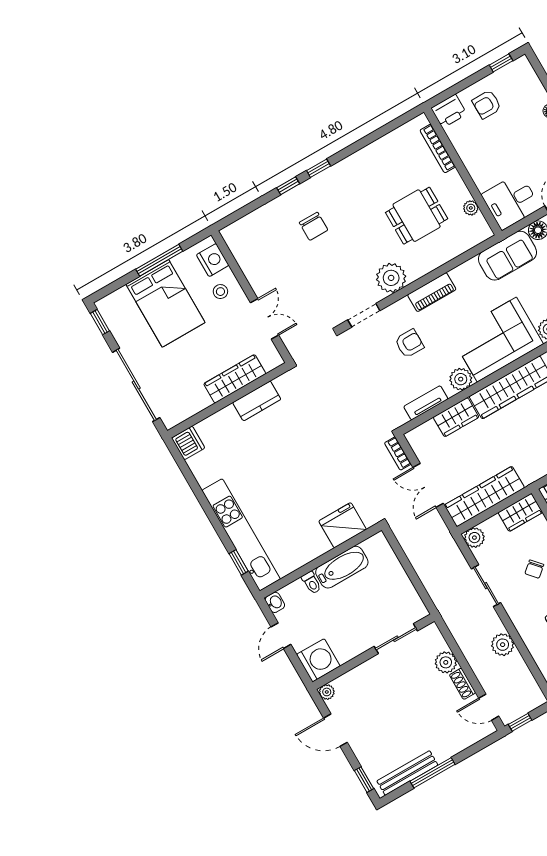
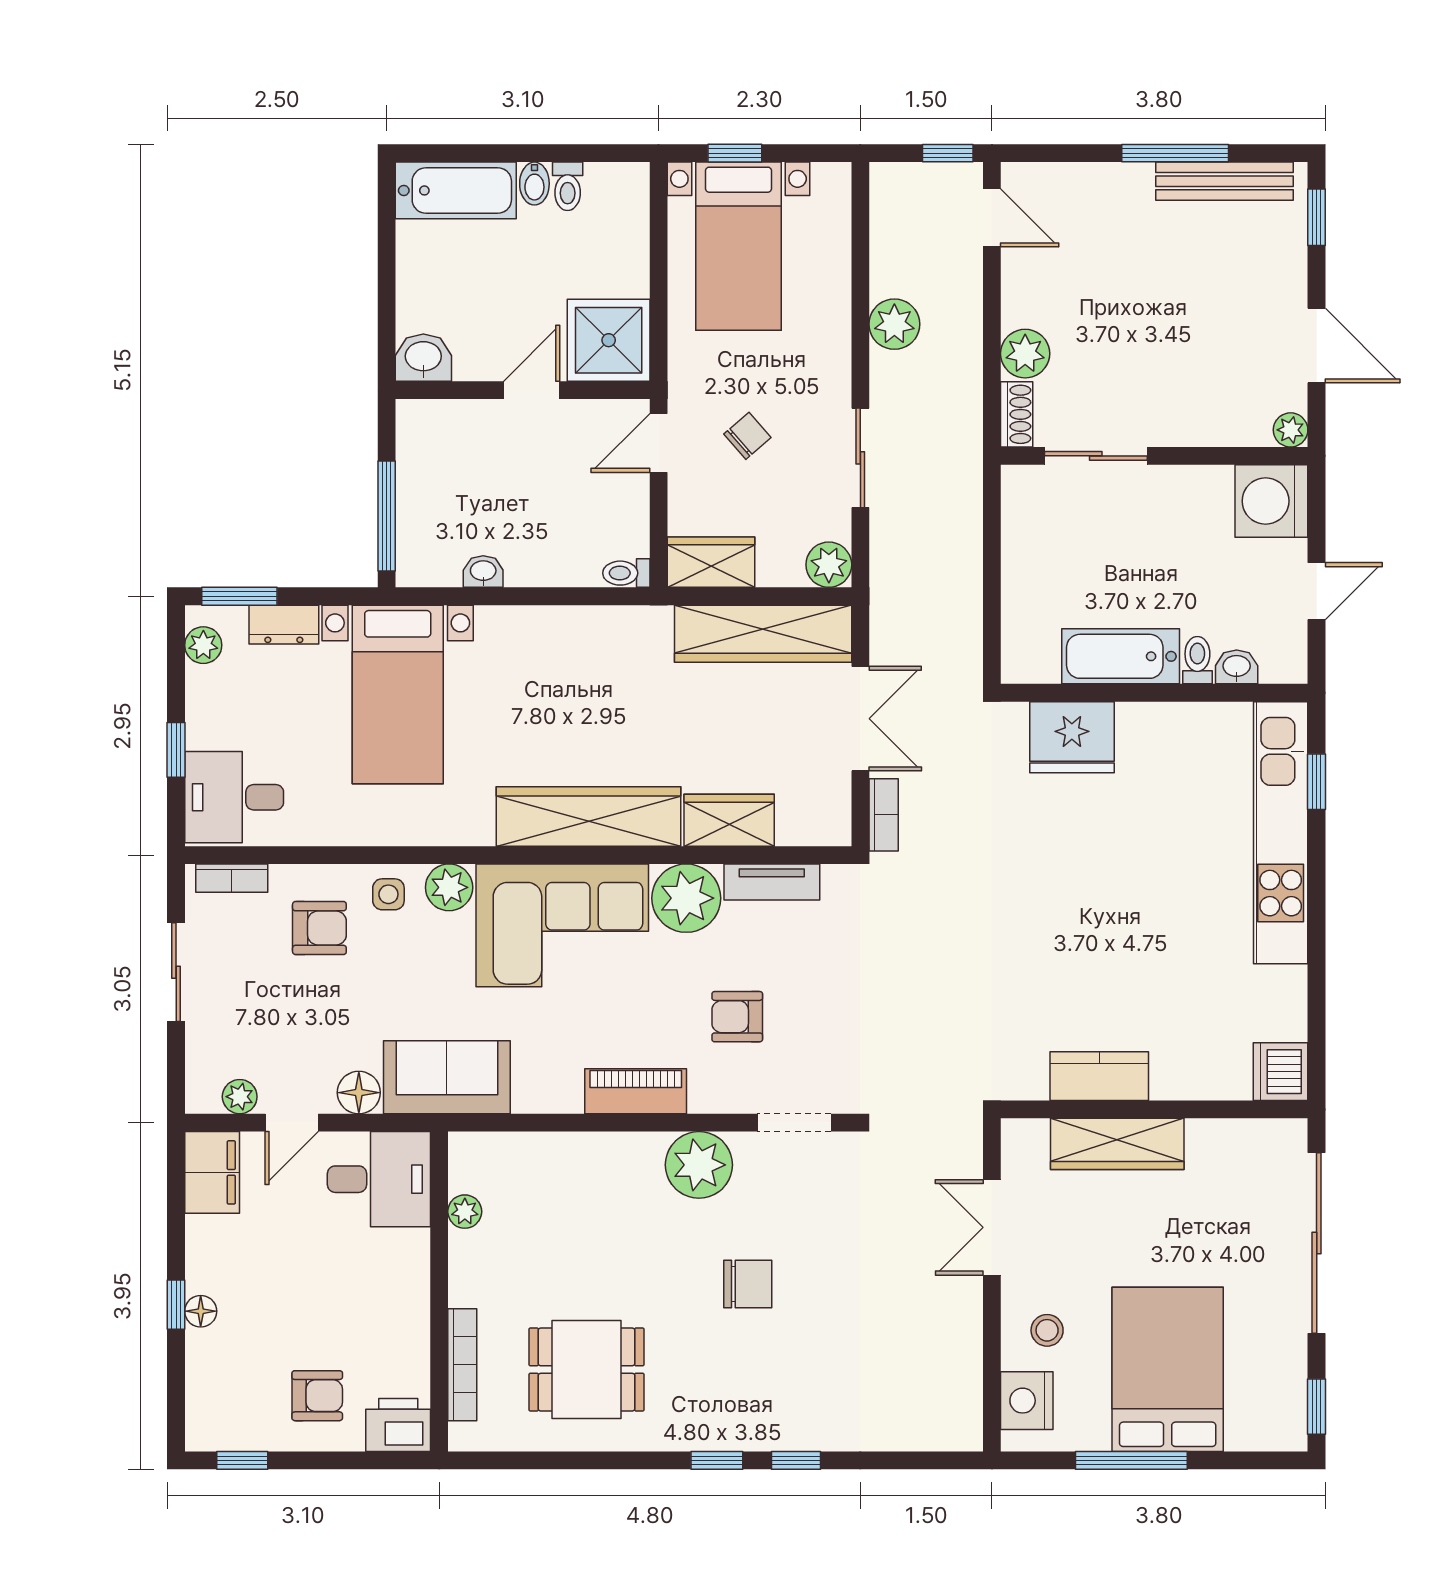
dining table: (417, 216) -> (586, 1370), moved
chair: (314, 226) -> (748, 1284), moved, turned 90
plant: (461, 379) -> (686, 898), width x1.36, depth x1.36
washbasin: (275, 602) -> (1237, 667), moved, turned 90
shoe rack: (463, 684) -> (1017, 414), moved

